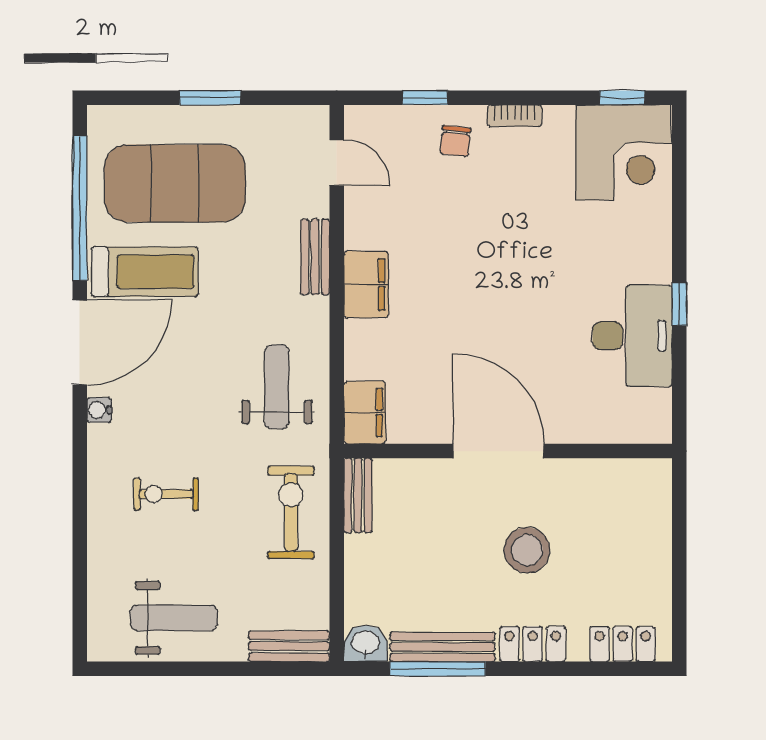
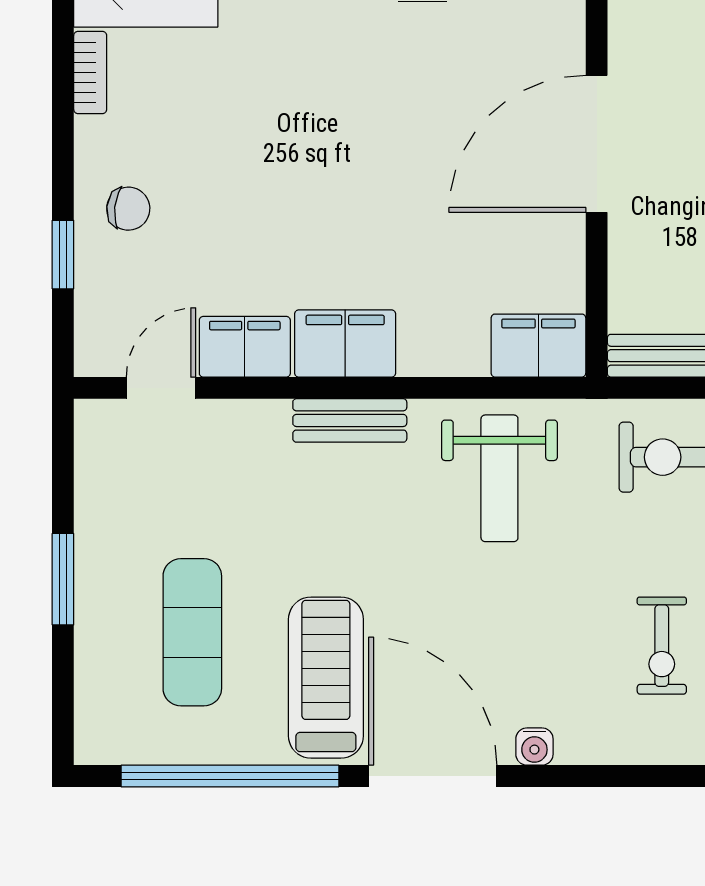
bookcase: (514, 116) -> (90, 72), moved
exercise mat: (175, 183) -> (192, 632), width x0.50, depth x0.69
filing cabinet: (364, 218) -> (245, 347), added
bench: (315, 257) -> (350, 420), moved
weight bench: (277, 387) -> (499, 478), turned -90

